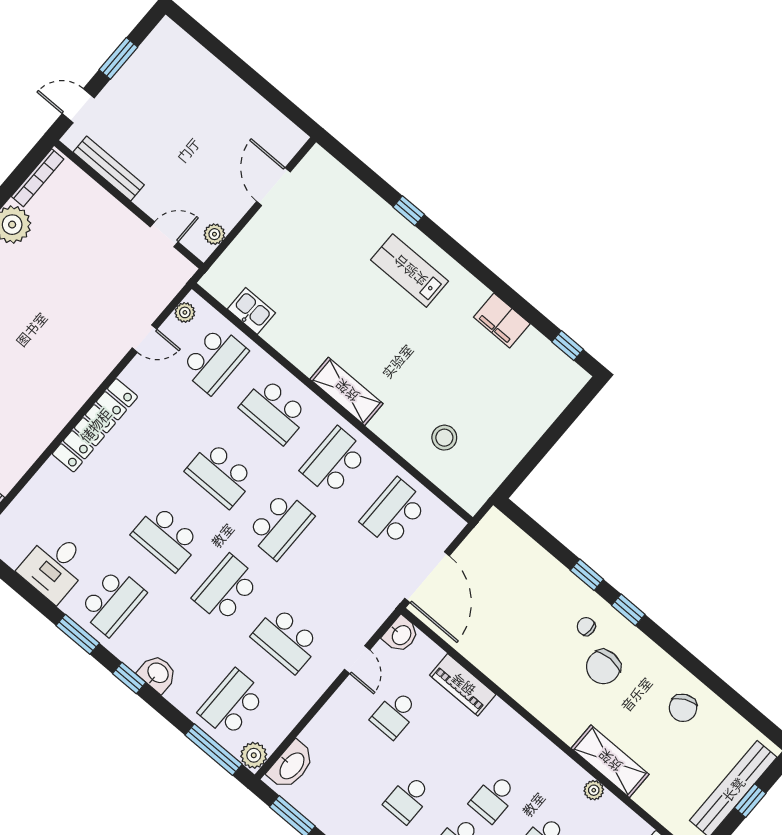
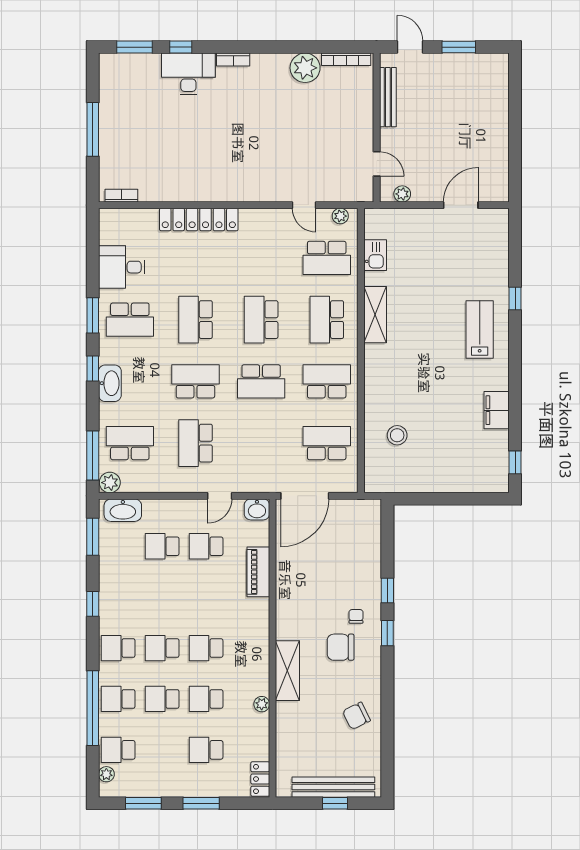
shelving: (347, 391) -> (375, 315), moved
locker: (95, 425) -> (199, 219), moved
washbasin: (157, 673) -> (110, 383), width x1.38
shelving: (610, 761) -> (287, 671), moved
school desk: (408, 799) -> (162, 546), moved

